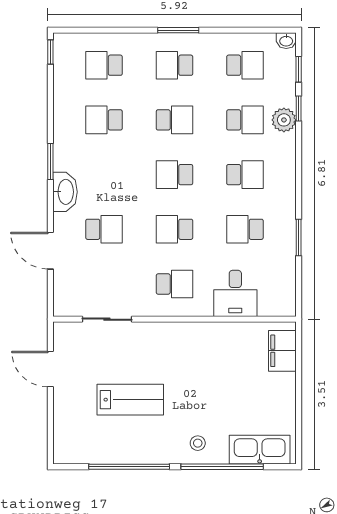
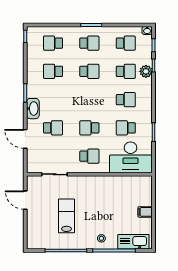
school desk: (174, 65) -> (89, 43), turned 180
school desk: (174, 175) -> (89, 100), removed
desk: (235, 293) -> (130, 157), width x1.87, depth x1.30
filing cabinet: (282, 351) -> (145, 212), moved, width x0.50
lab bench: (130, 400) -> (66, 216), turned -90

